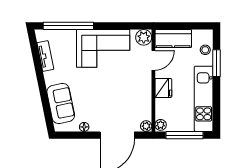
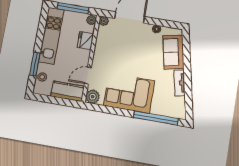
tv unit: (45, 56) -> (180, 83), moved
fridge: (163, 88) -> (85, 41), moved

